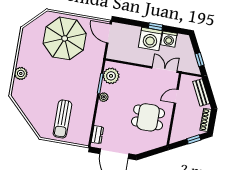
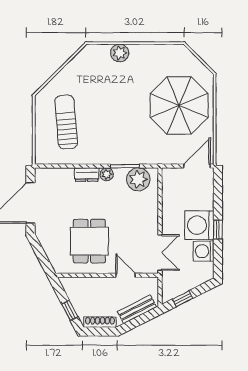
sun lounger: (62, 119) -> (66, 122), turned 85
dresser: (97, 135) -> (87, 175), moved

